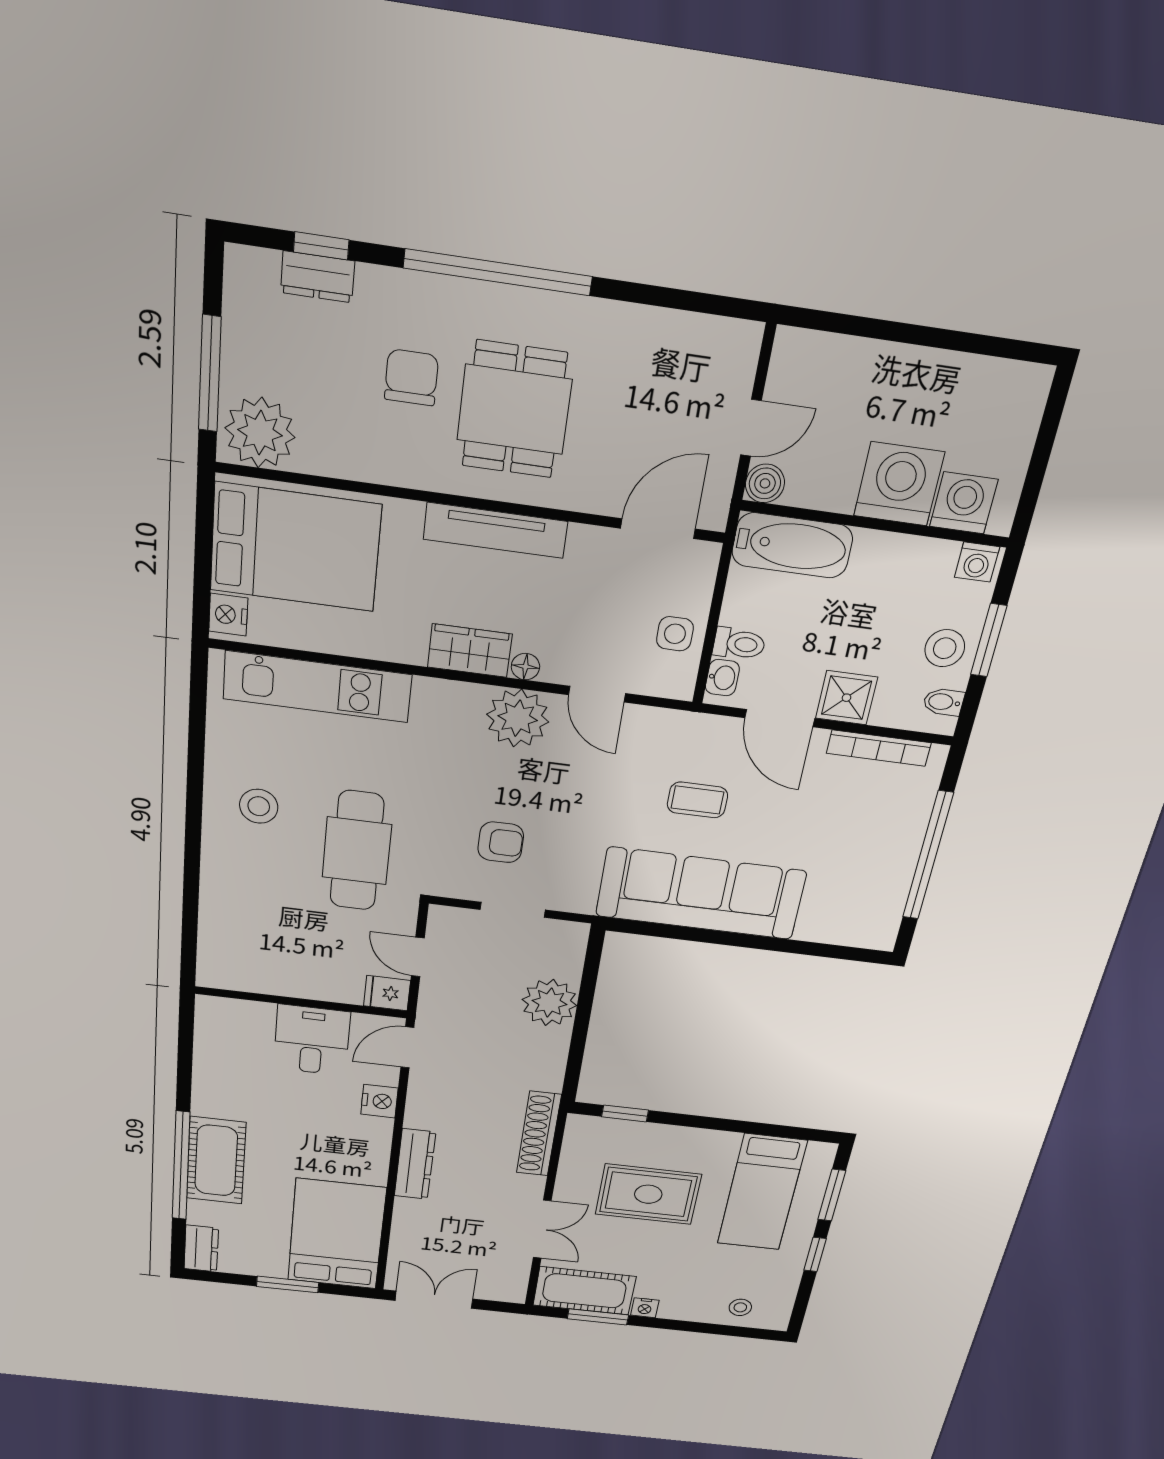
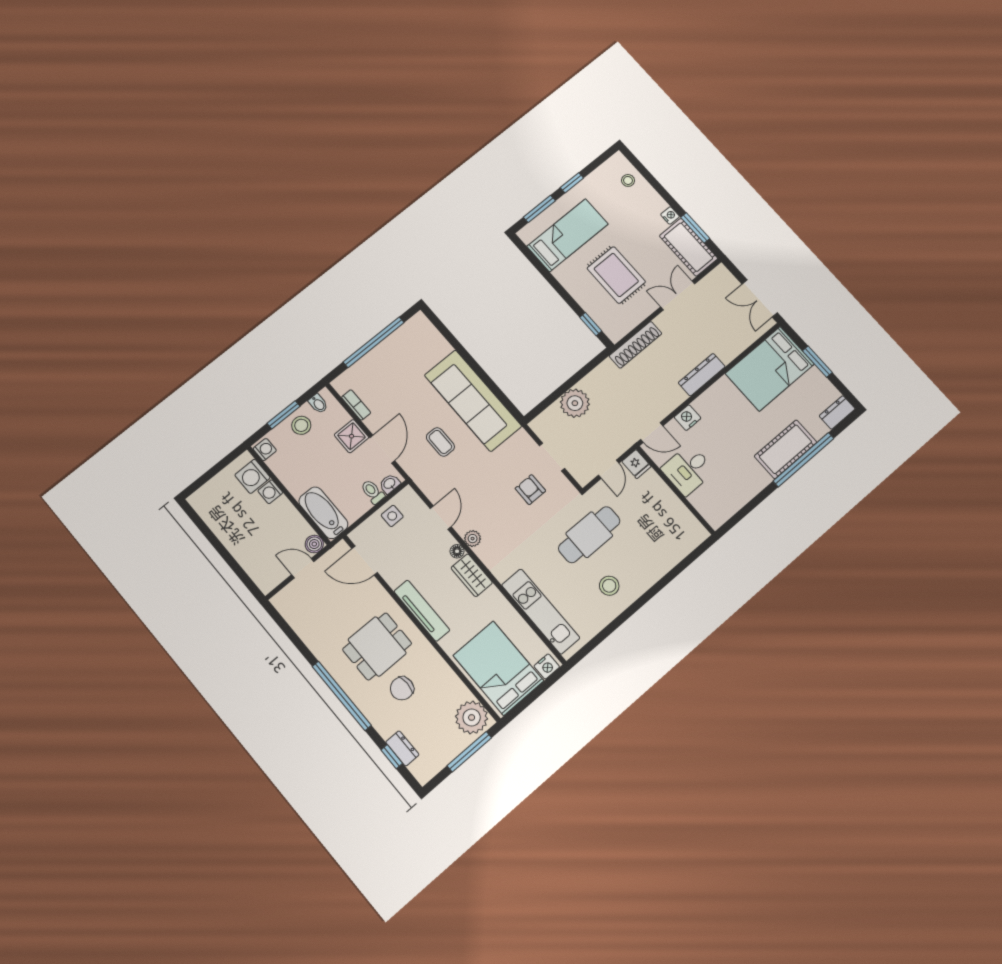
washing machine: (899, 484) -> (270, 492), width x0.53, depth x0.53
plant: (518, 718) -> (473, 539), width x0.53, depth x0.53
bookcase: (879, 748) -> (356, 405), width x0.64

